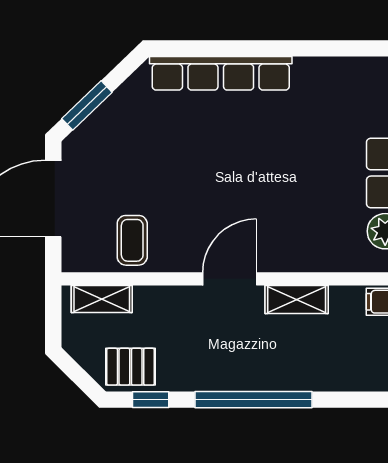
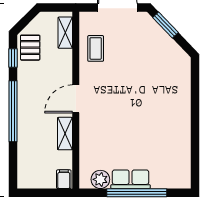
row of seats: (221, 73) -> (182, 94), removed
coffee table: (132, 240) -> (96, 48), turned 90
door: (230, 279) -> (76, 99), swing flipped

